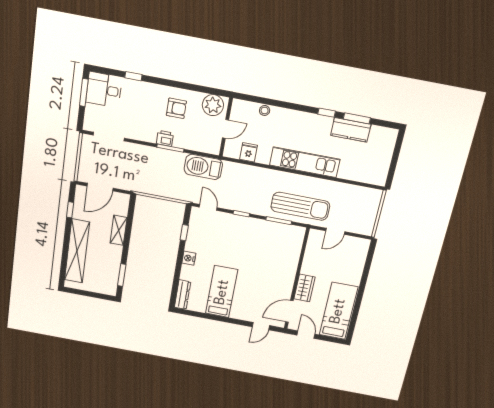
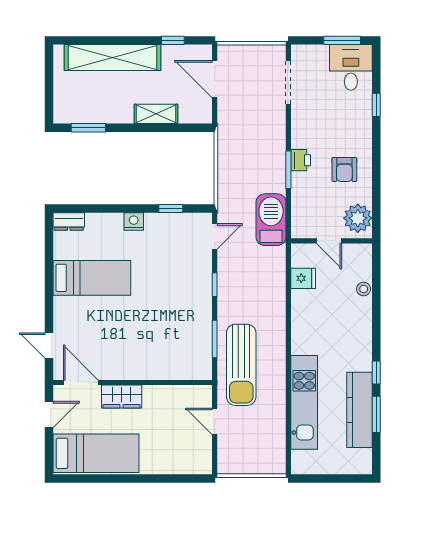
kitchen counter: (351, 130) -> (360, 410), width x1.50
kitchen unit: (305, 162) -> (304, 402), moved
dresser: (182, 295) -> (69, 221), width x0.70

